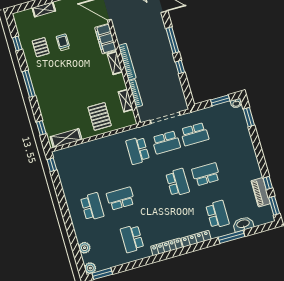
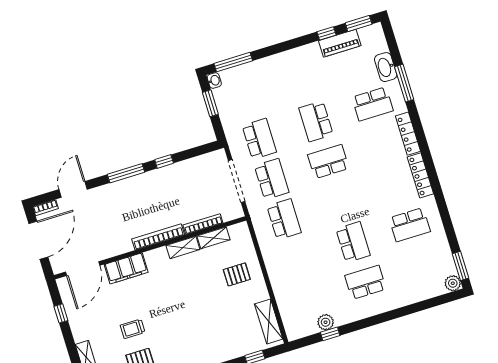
shelving: (115, 63) -> (183, 247), moved
pallet: (100, 116) -> (237, 274), width x0.67, depth x0.71
window: (249, 117) -> (233, 62), width x1.44
school desk: (138, 150) -> (284, 219), turned -90
window: (52, 165) -> (330, 334), moved
school desk: (121, 199) -> (353, 242), turned 180
school desk: (217, 214) -> (373, 104), turned 180
plant: (85, 248) -> (326, 322), moved

